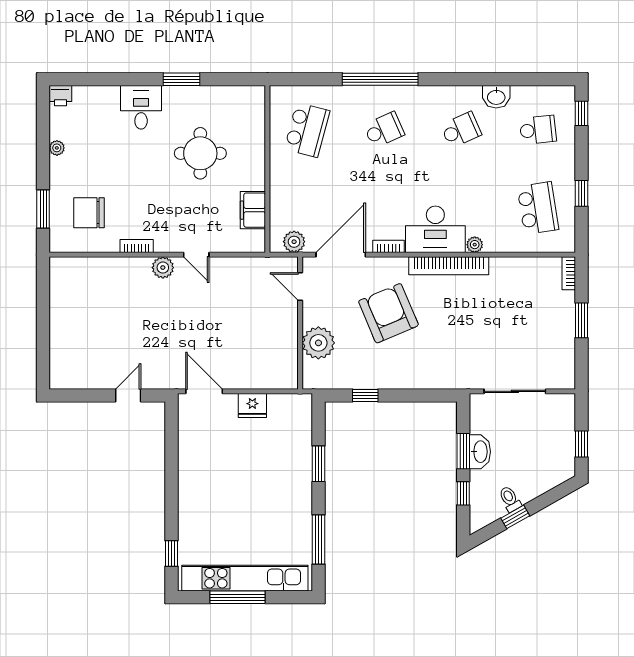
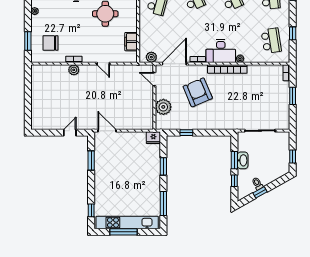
plant: (163, 268) -> (74, 70), moved
fridge: (252, 405) -> (153, 138), moved
window: (172, 452) -> (91, 161), added

